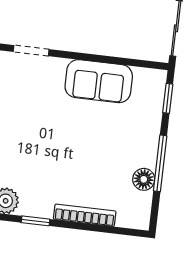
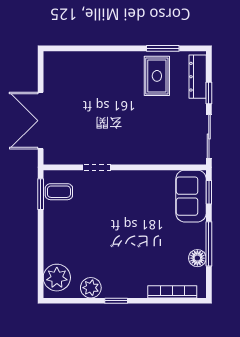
sofa: (99, 81) -> (191, 196), moved, turned 90
bookcase: (85, 215) -> (172, 292), moved

